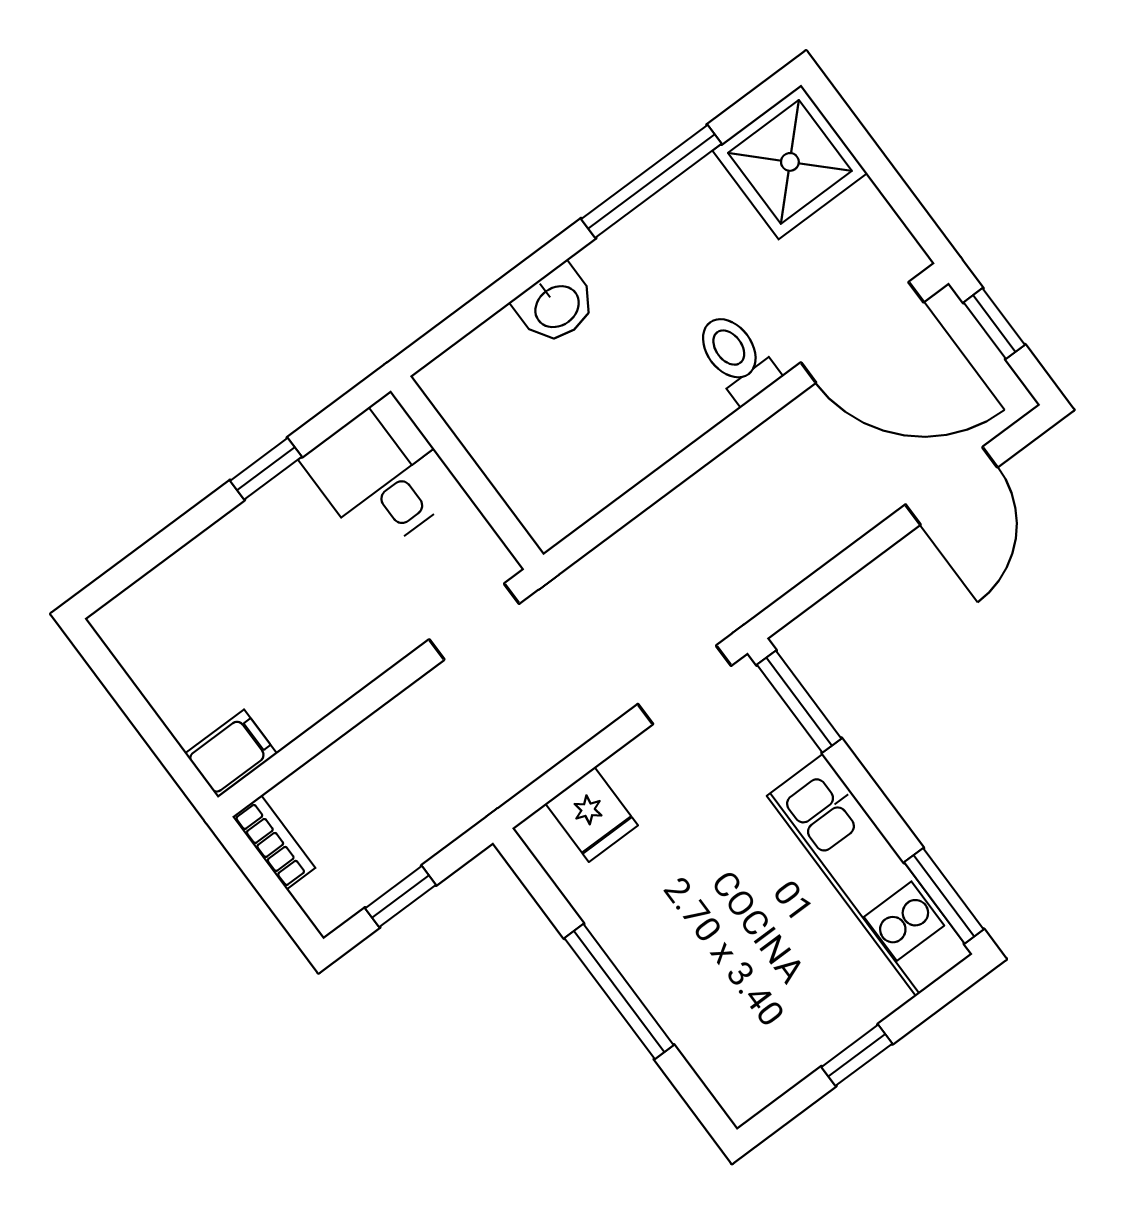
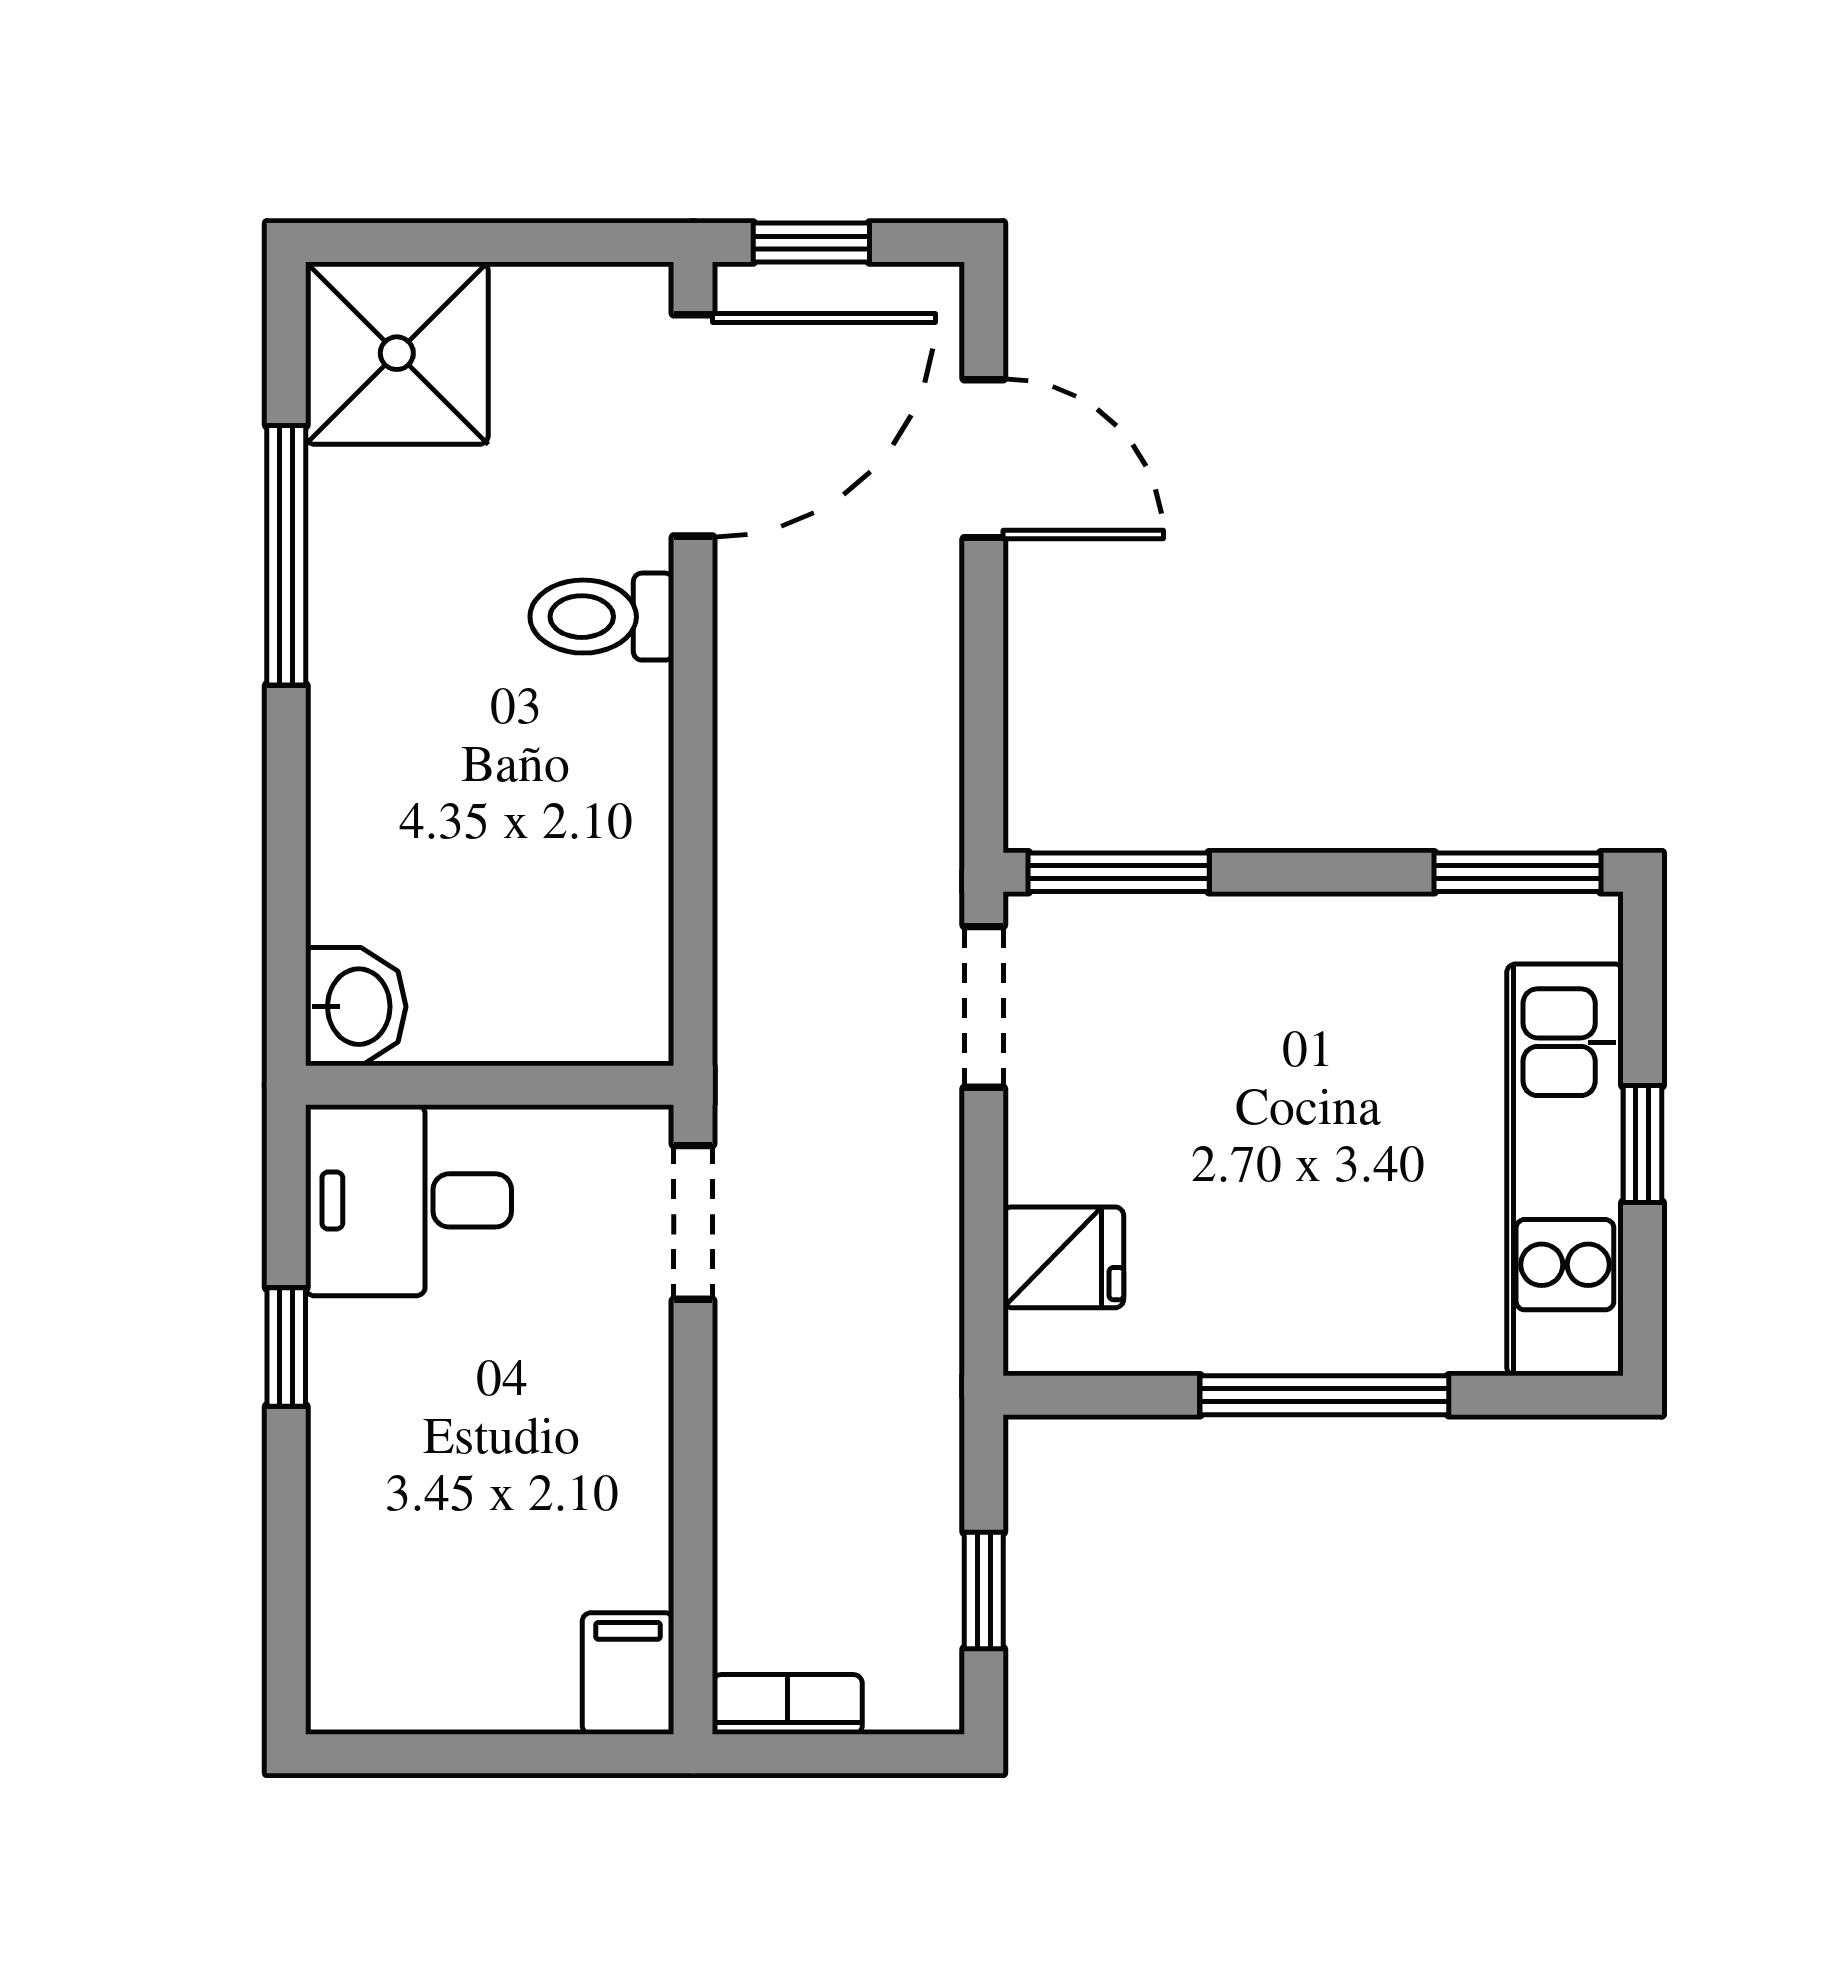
washbasin: (556, 305) -> (356, 1007), moved
kitchen unit: (870, 875) -> (1565, 1170), moved, turned 90

